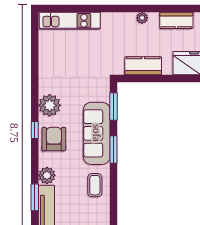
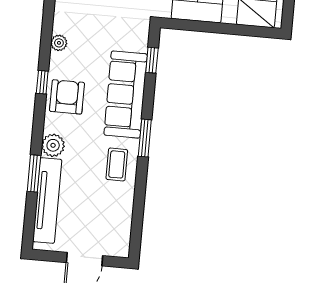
plant: (50, 105) -> (59, 43), width x0.53, depth x0.53
window: (114, 106) -> (152, 60), width x0.67
window: (114, 149) -> (145, 138), moved

